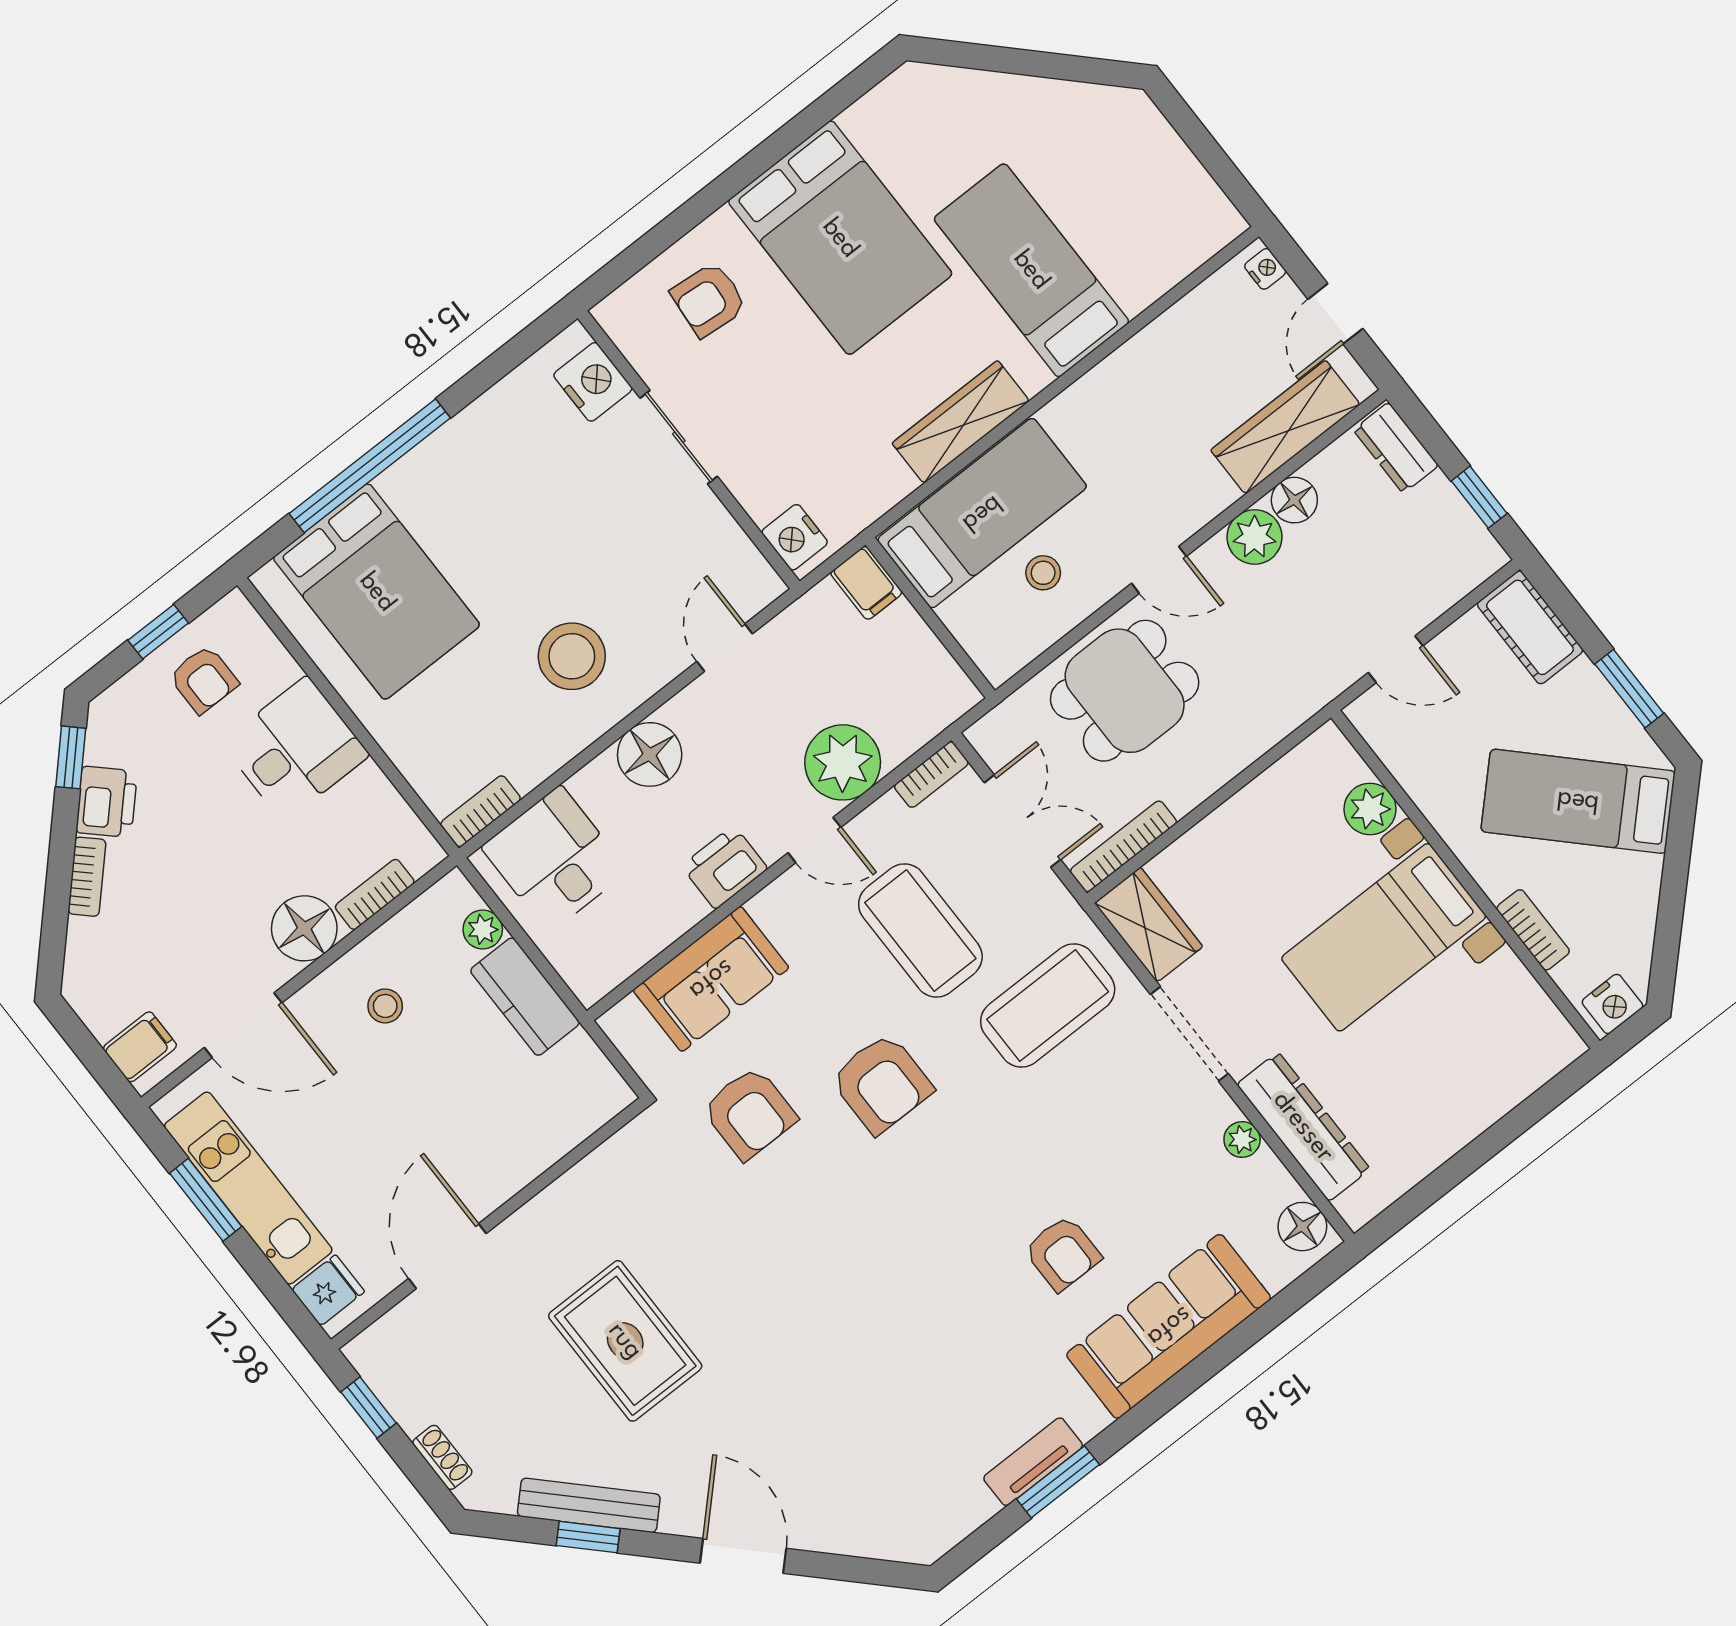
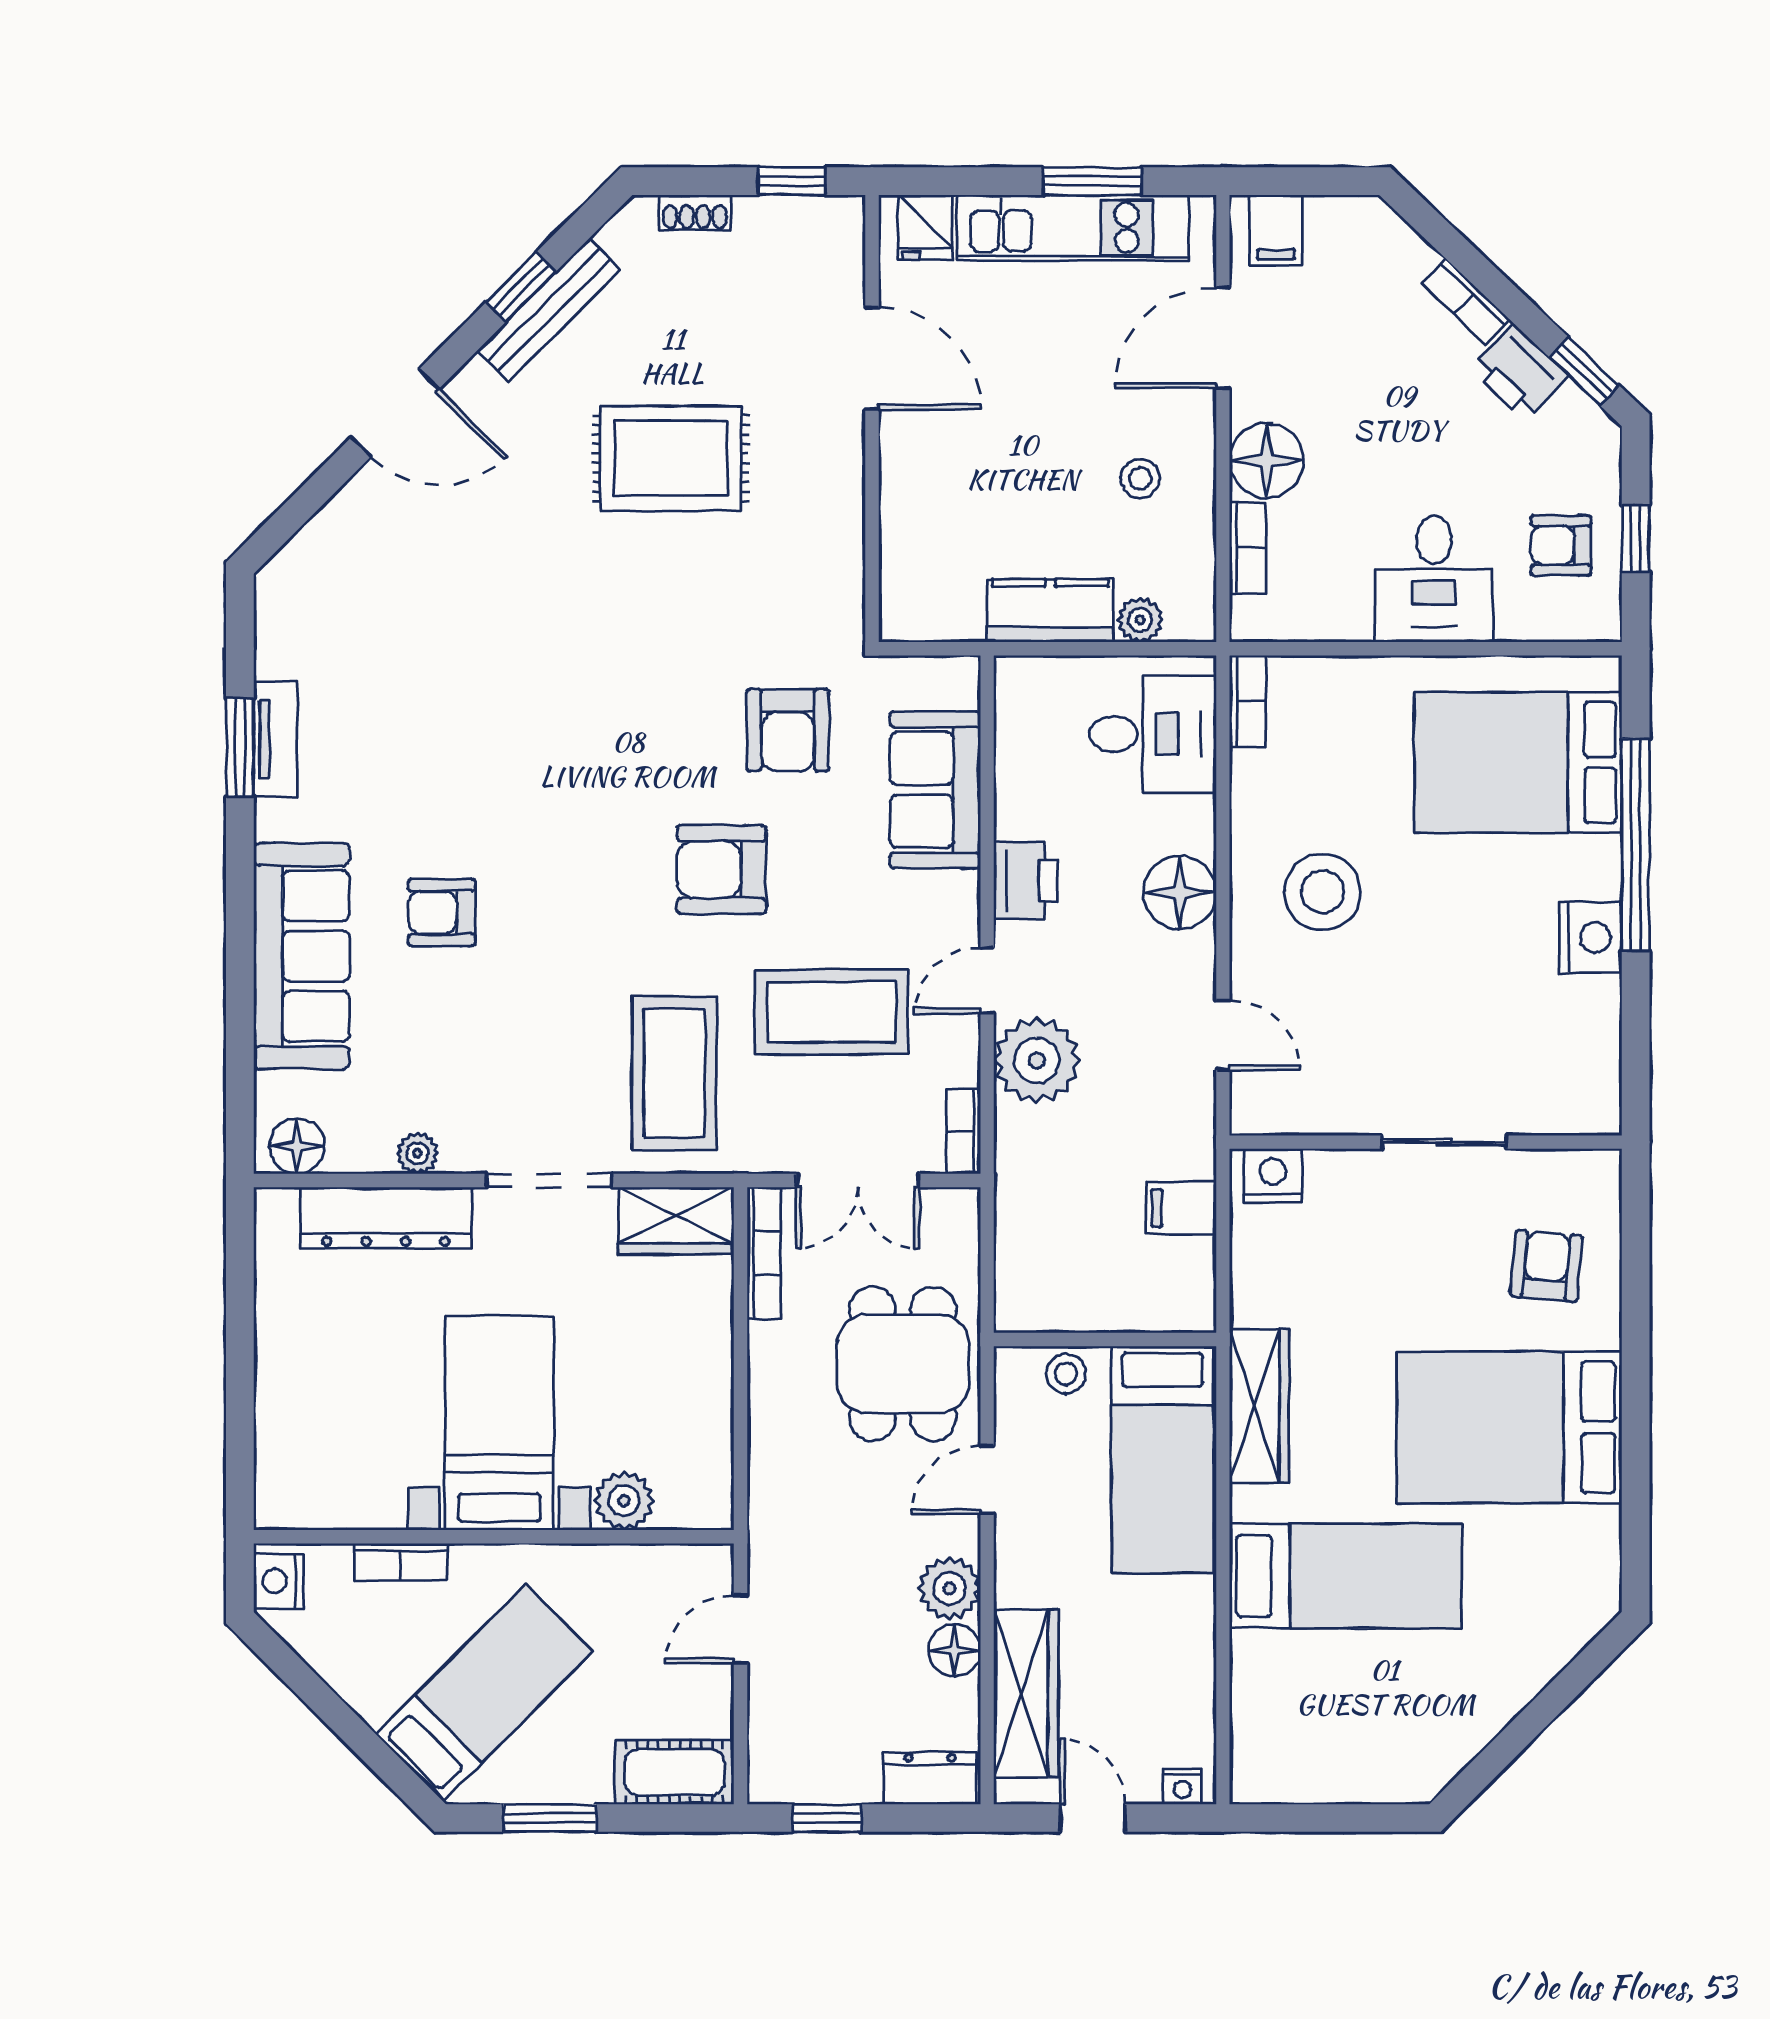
nightstand: (593, 382) -> (1590, 938), moved, turned -90
bed: (982, 513) -> (1162, 1460), moved
wall: (930, 618) -> (1105, 1339), moved
armchair: (749, 1113) -> (788, 730), turned -90

